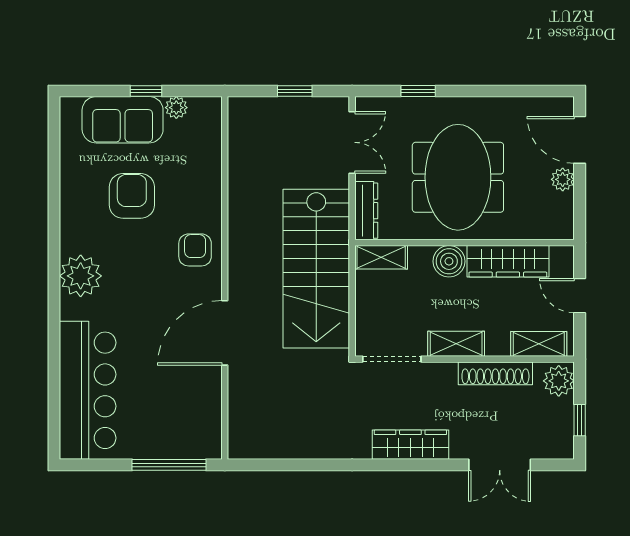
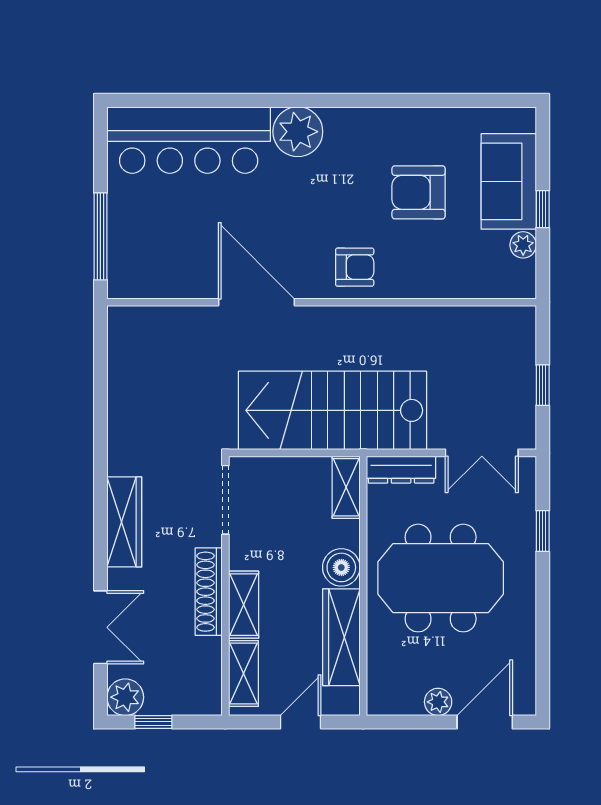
armchair: (132, 196) -> (419, 192), turned 180
plant: (81, 276) -> (298, 132), moved
shelving: (456, 344) -> (244, 605), moved
shoe rack: (495, 373) -> (209, 592), moved
plant: (559, 381) -> (125, 697), moved
double door: (500, 465) -> (100, 627), swing flipped

